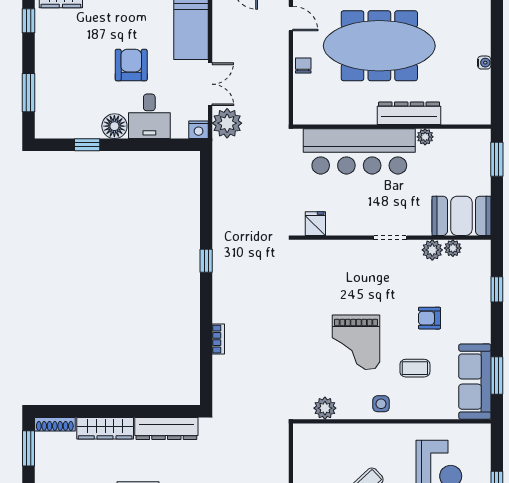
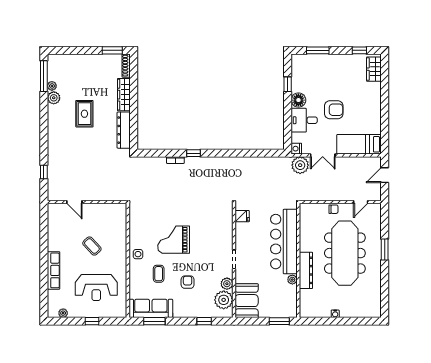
plant: (453, 248) -> (224, 300), width x1.87, depth x1.87
window: (206, 261) -> (193, 153), moved
plant: (325, 408) -> (135, 222), removed

